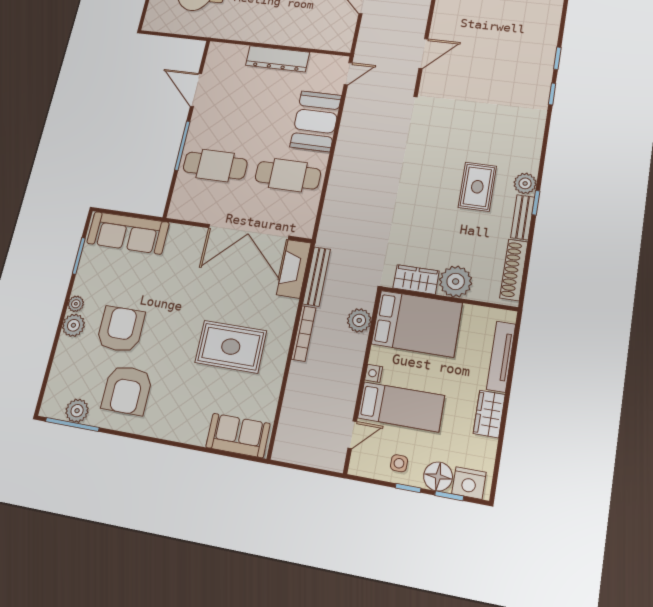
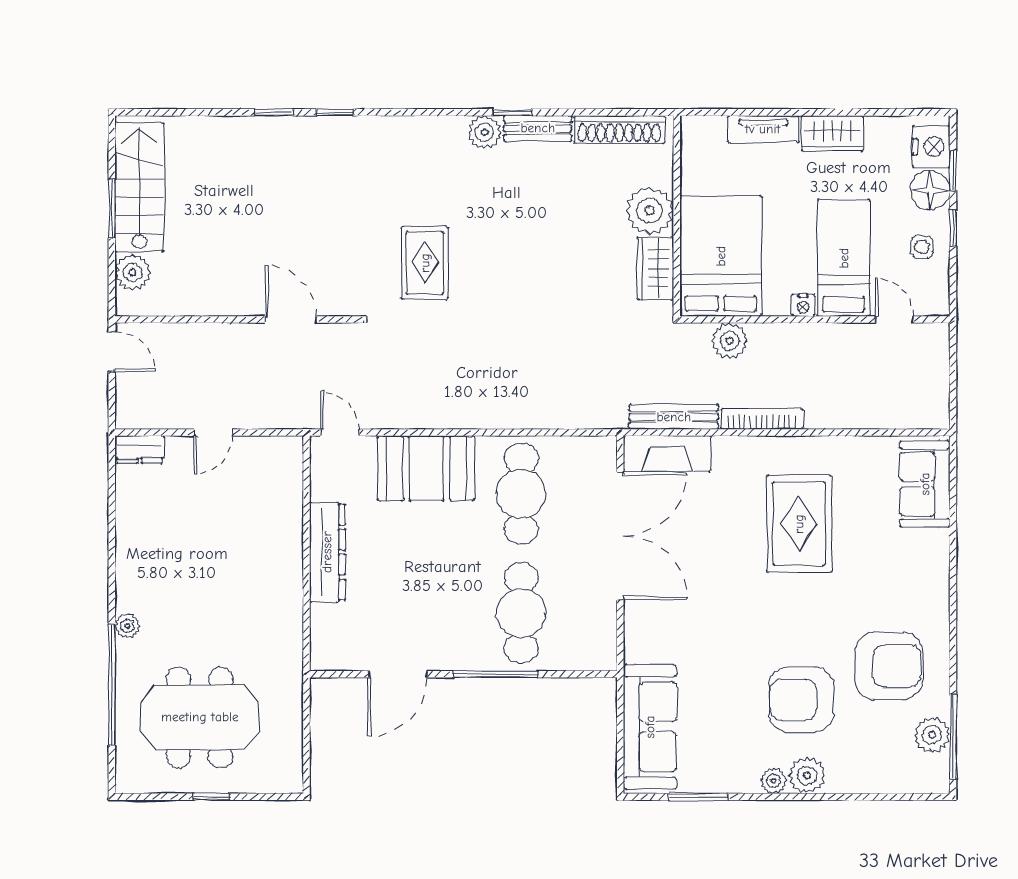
rug: (477, 187) -> (425, 263), moved, turned 90
tv unit: (501, 357) -> (763, 129), width x0.71

